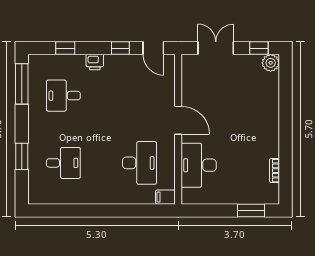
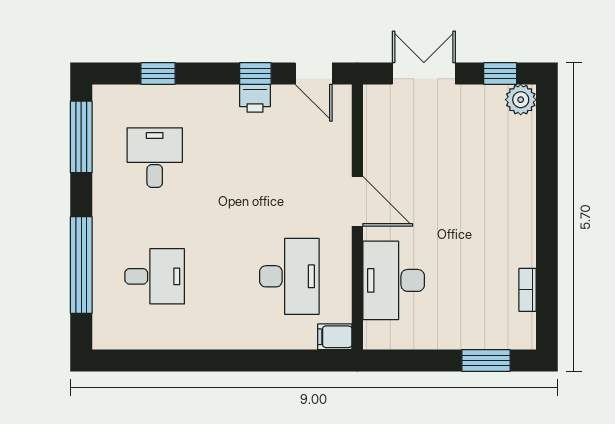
printer: (95, 62) -> (255, 98), moved
desk: (63, 96) -> (155, 158), turned 90
window: (22, 156) -> (81, 265), width x2.11

